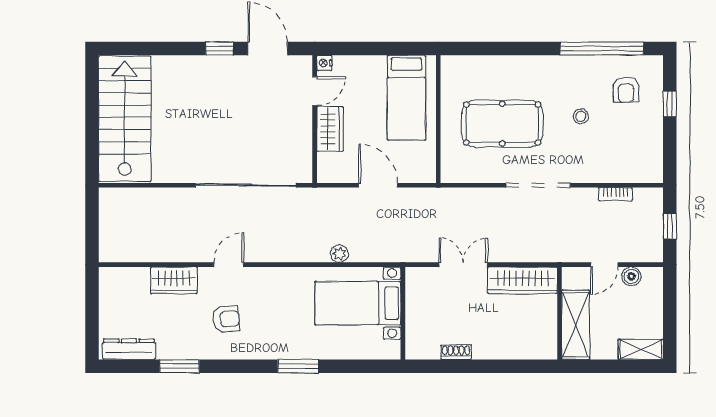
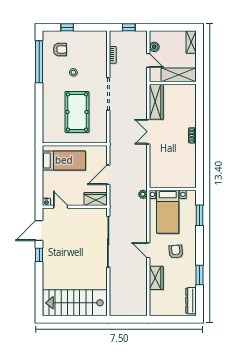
wardrobe: (330, 129) -> (96, 199), moved
bed with nightstands: (358, 303) -> (168, 212), moved
wall: (403, 313) -> (173, 189), moved

